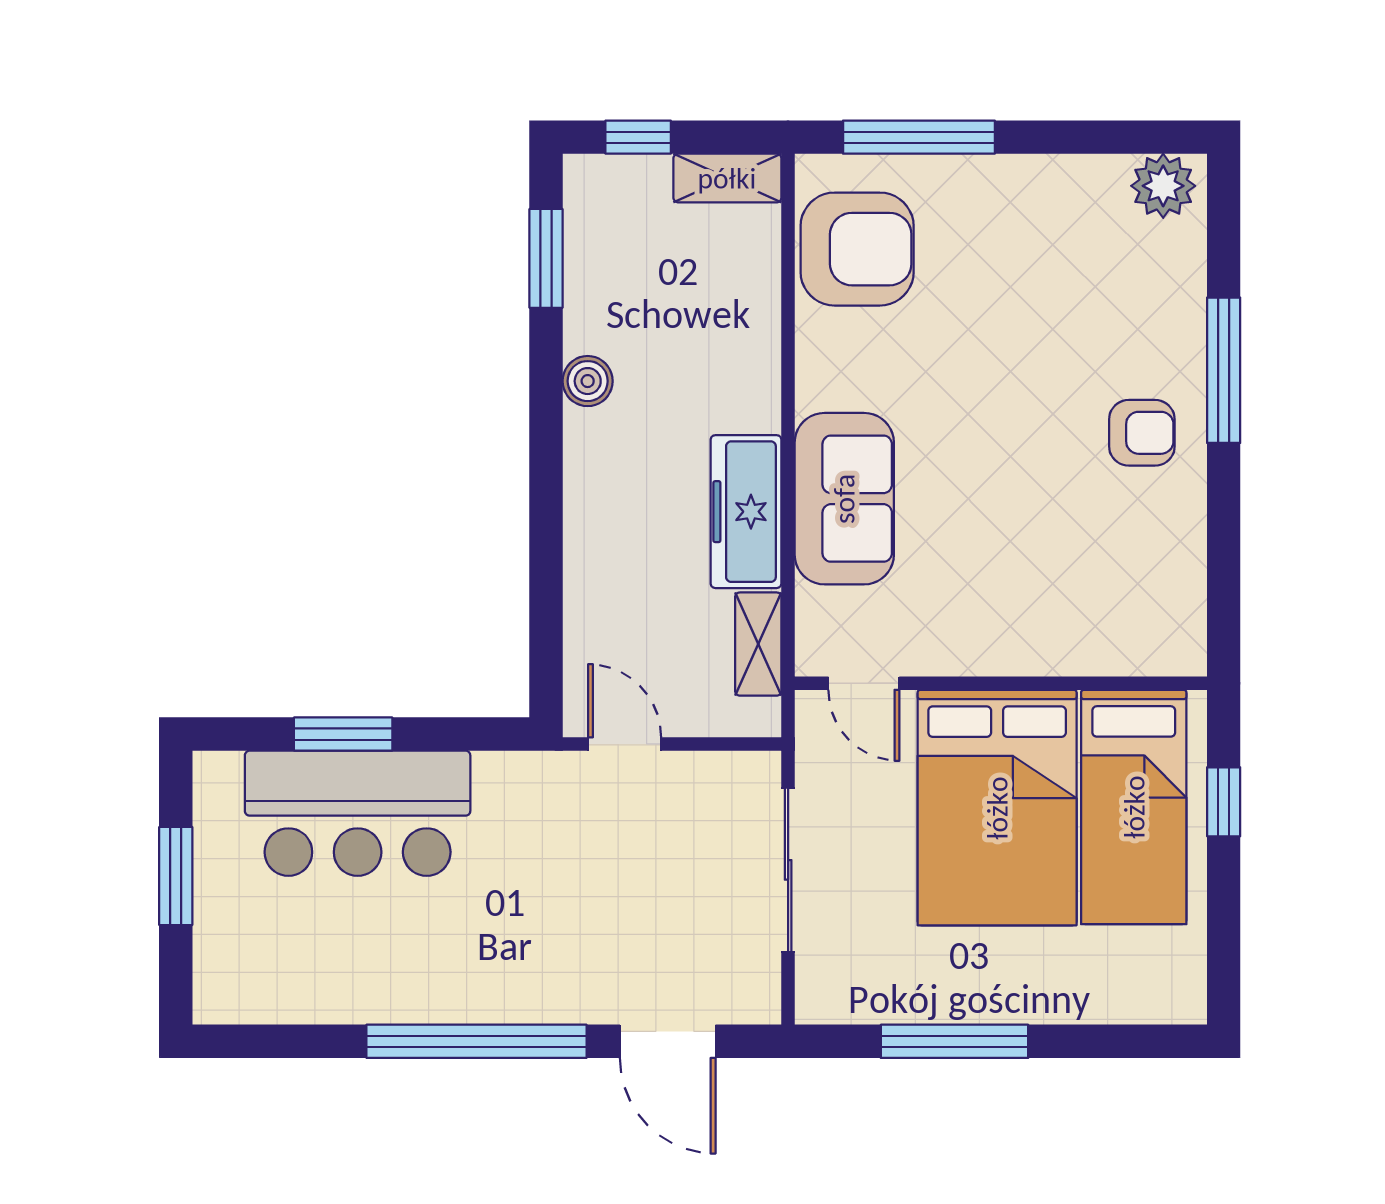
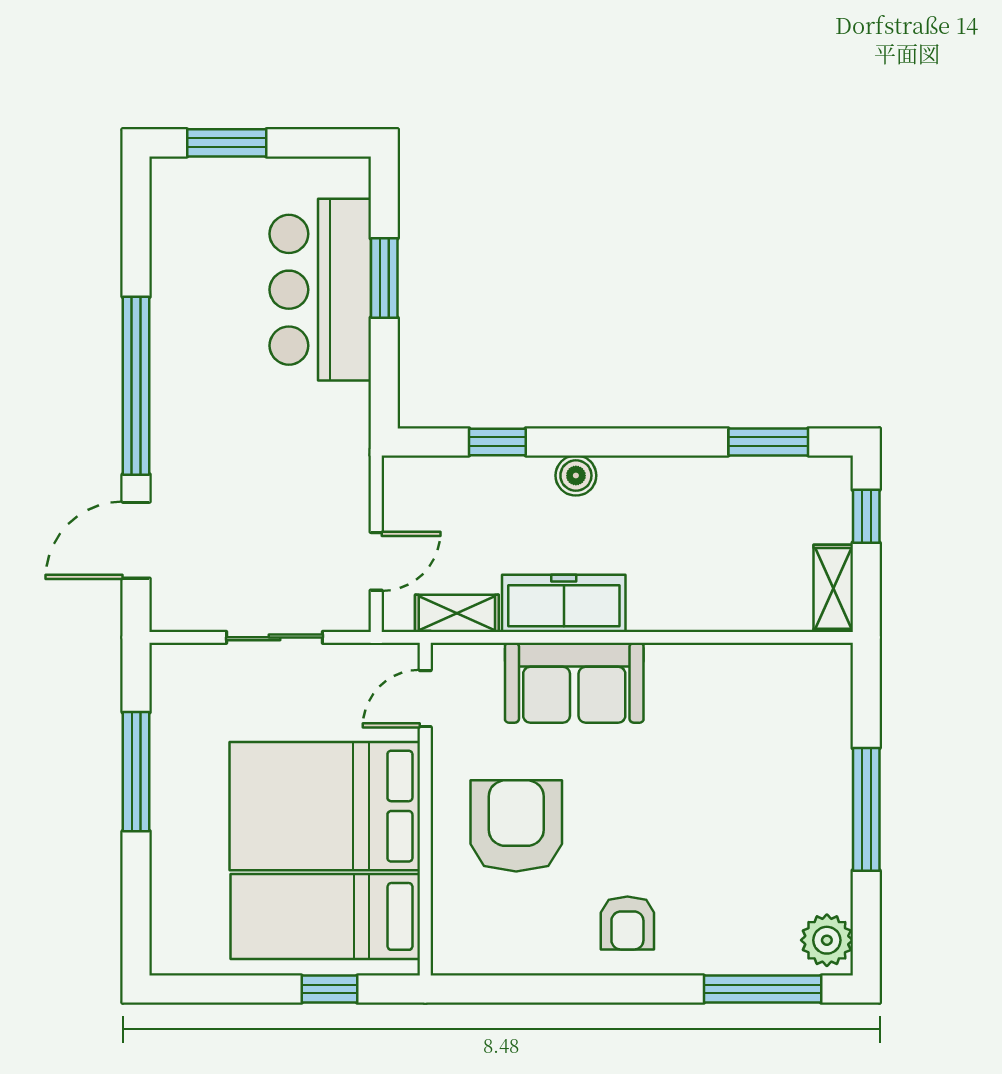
window: (919, 137) -> (866, 809), moved
armchair: (857, 249) -> (516, 826), moved, turned 180
window: (1224, 370) -> (763, 989), moved
boiler: (588, 381) -> (576, 476), moved
window: (546, 594) -> (497, 442), added
door: (625, 744) -> (376, 561), moved
sliding door: (788, 870) -> (275, 637), width x0.73
window: (176, 876) -> (227, 143), moved

